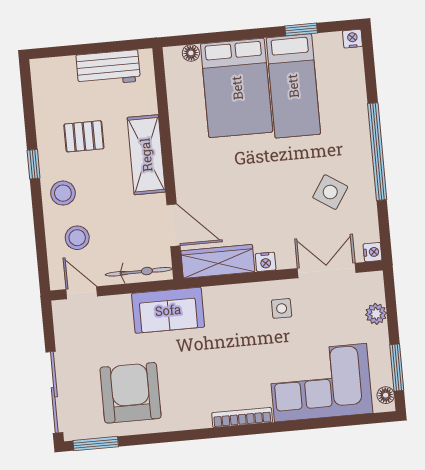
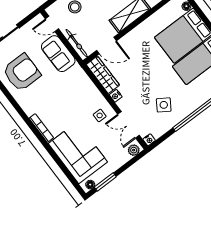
door: (173, 225) -> (106, 46), hinge flipped
double door: (327, 270) -> (128, 125), swing flipped
door: (82, 293) -> (52, 24), swing flipped
sofa: (168, 310) -> (58, 54), moved
plant: (376, 314) -> (134, 150), moved

